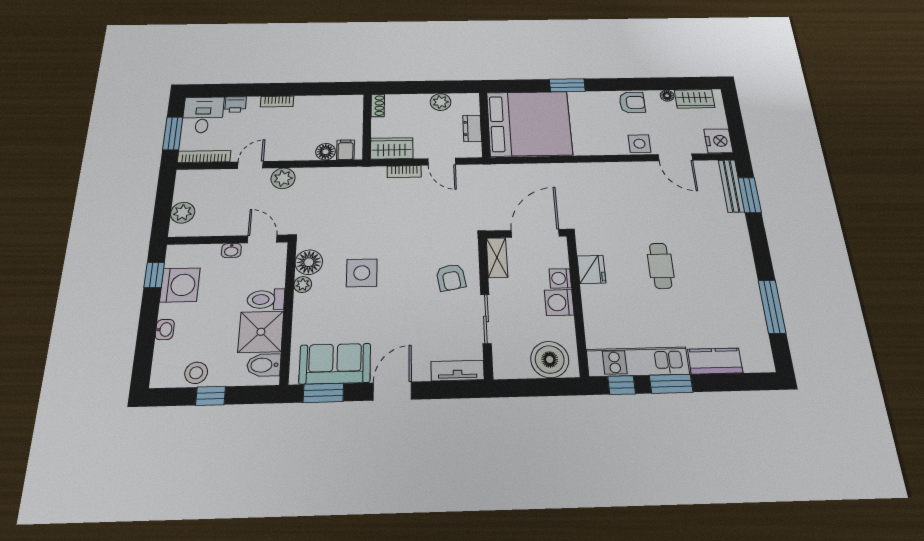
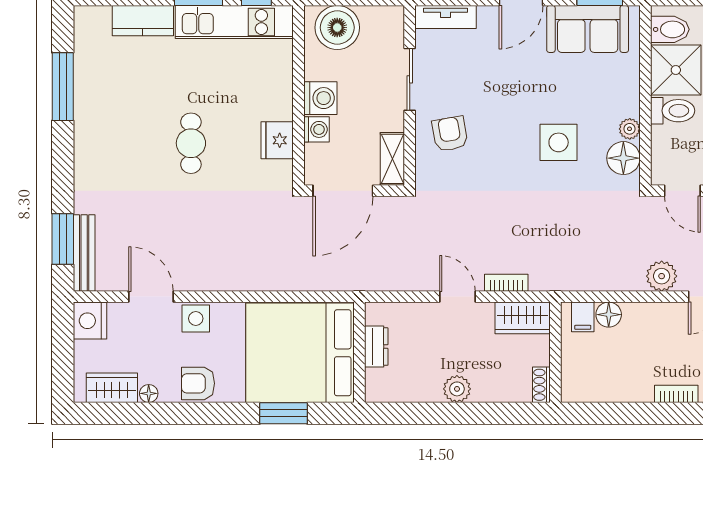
bed: (529, 123) -> (300, 353), moved
wall: (485, 124) -> (359, 352), moved
dresser: (472, 128) -> (376, 347), moved

